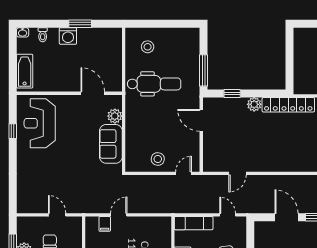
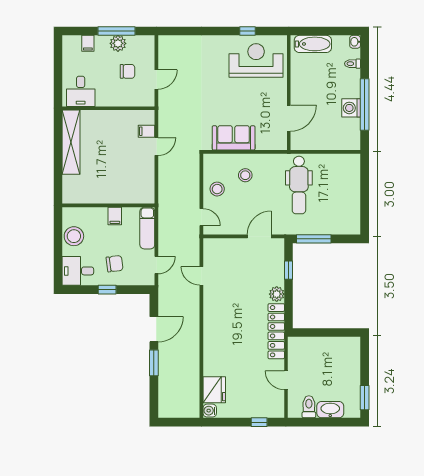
window: (80, 24) -> (365, 104), width x2.11
washing machine: (68, 36) -> (351, 108), moved
stool: (148, 47) -> (245, 175), moved
plant: (115, 116) -> (264, 142), removed
door: (119, 215) -> (156, 147), hinge flipped

